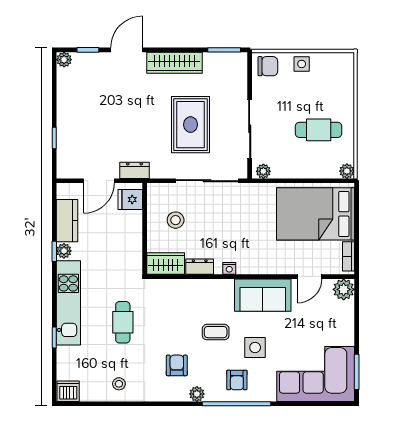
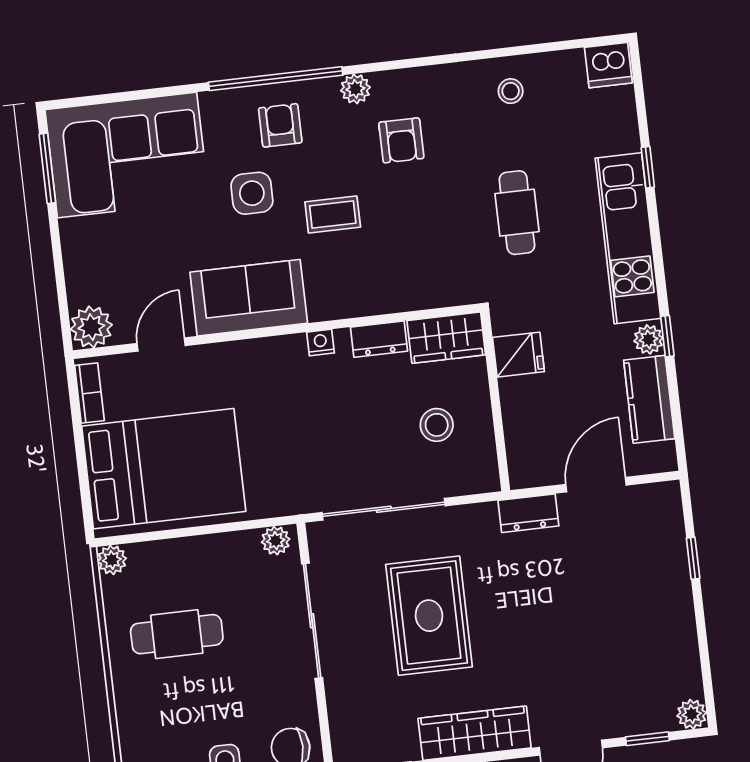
fridge: (130, 200) -> (518, 355), moved

